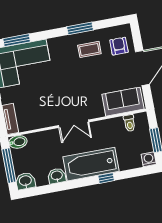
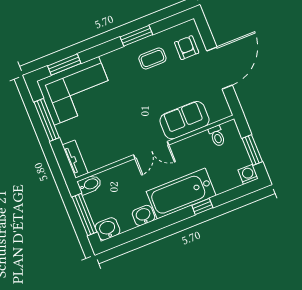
sofa: (123, 102) -> (184, 120), moved

